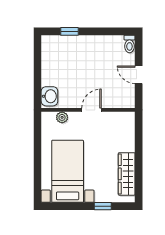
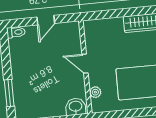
window: (69, 31) -> (9, 93), width x1.50

